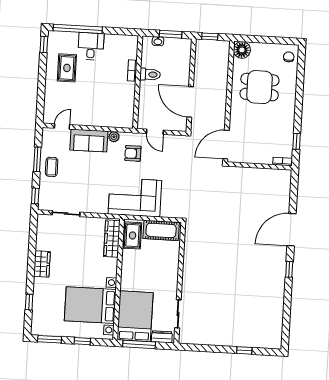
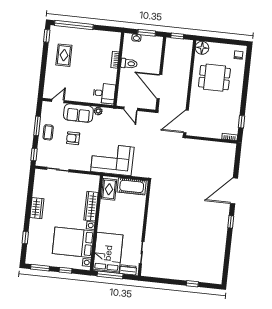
desk: (91, 46) -> (104, 93), moved, turned 90
armchair: (133, 153) -> (73, 138), moved
wardrobe: (112, 239) -> (91, 206), moved

